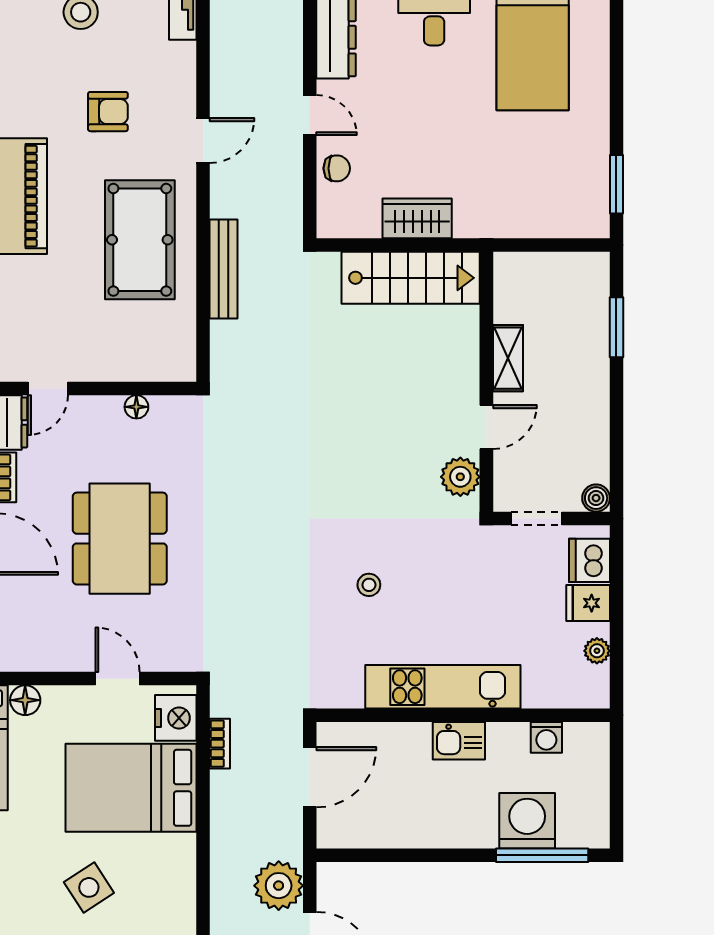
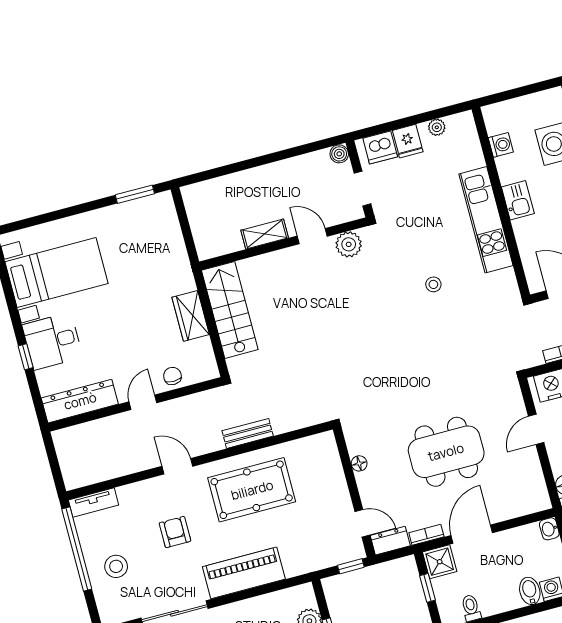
bench: (224, 269) -> (248, 433), width x0.73
window: (616, 327) -> (226, 170), removed

